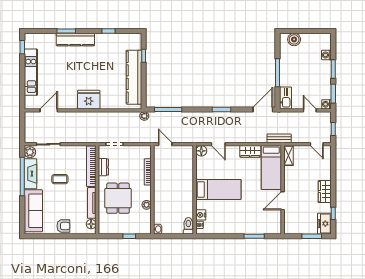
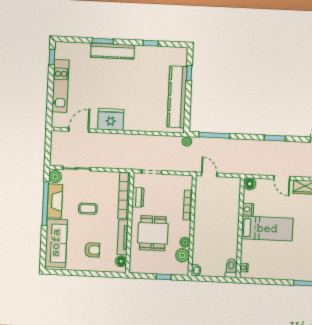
fridge: (89, 100) -> (111, 119), moved
door: (218, 144) -> (282, 178), moved
nightstand: (201, 215) -> (248, 209), moved
plant: (145, 216) -> (182, 255), added
armchair: (63, 226) -> (92, 250), moved

